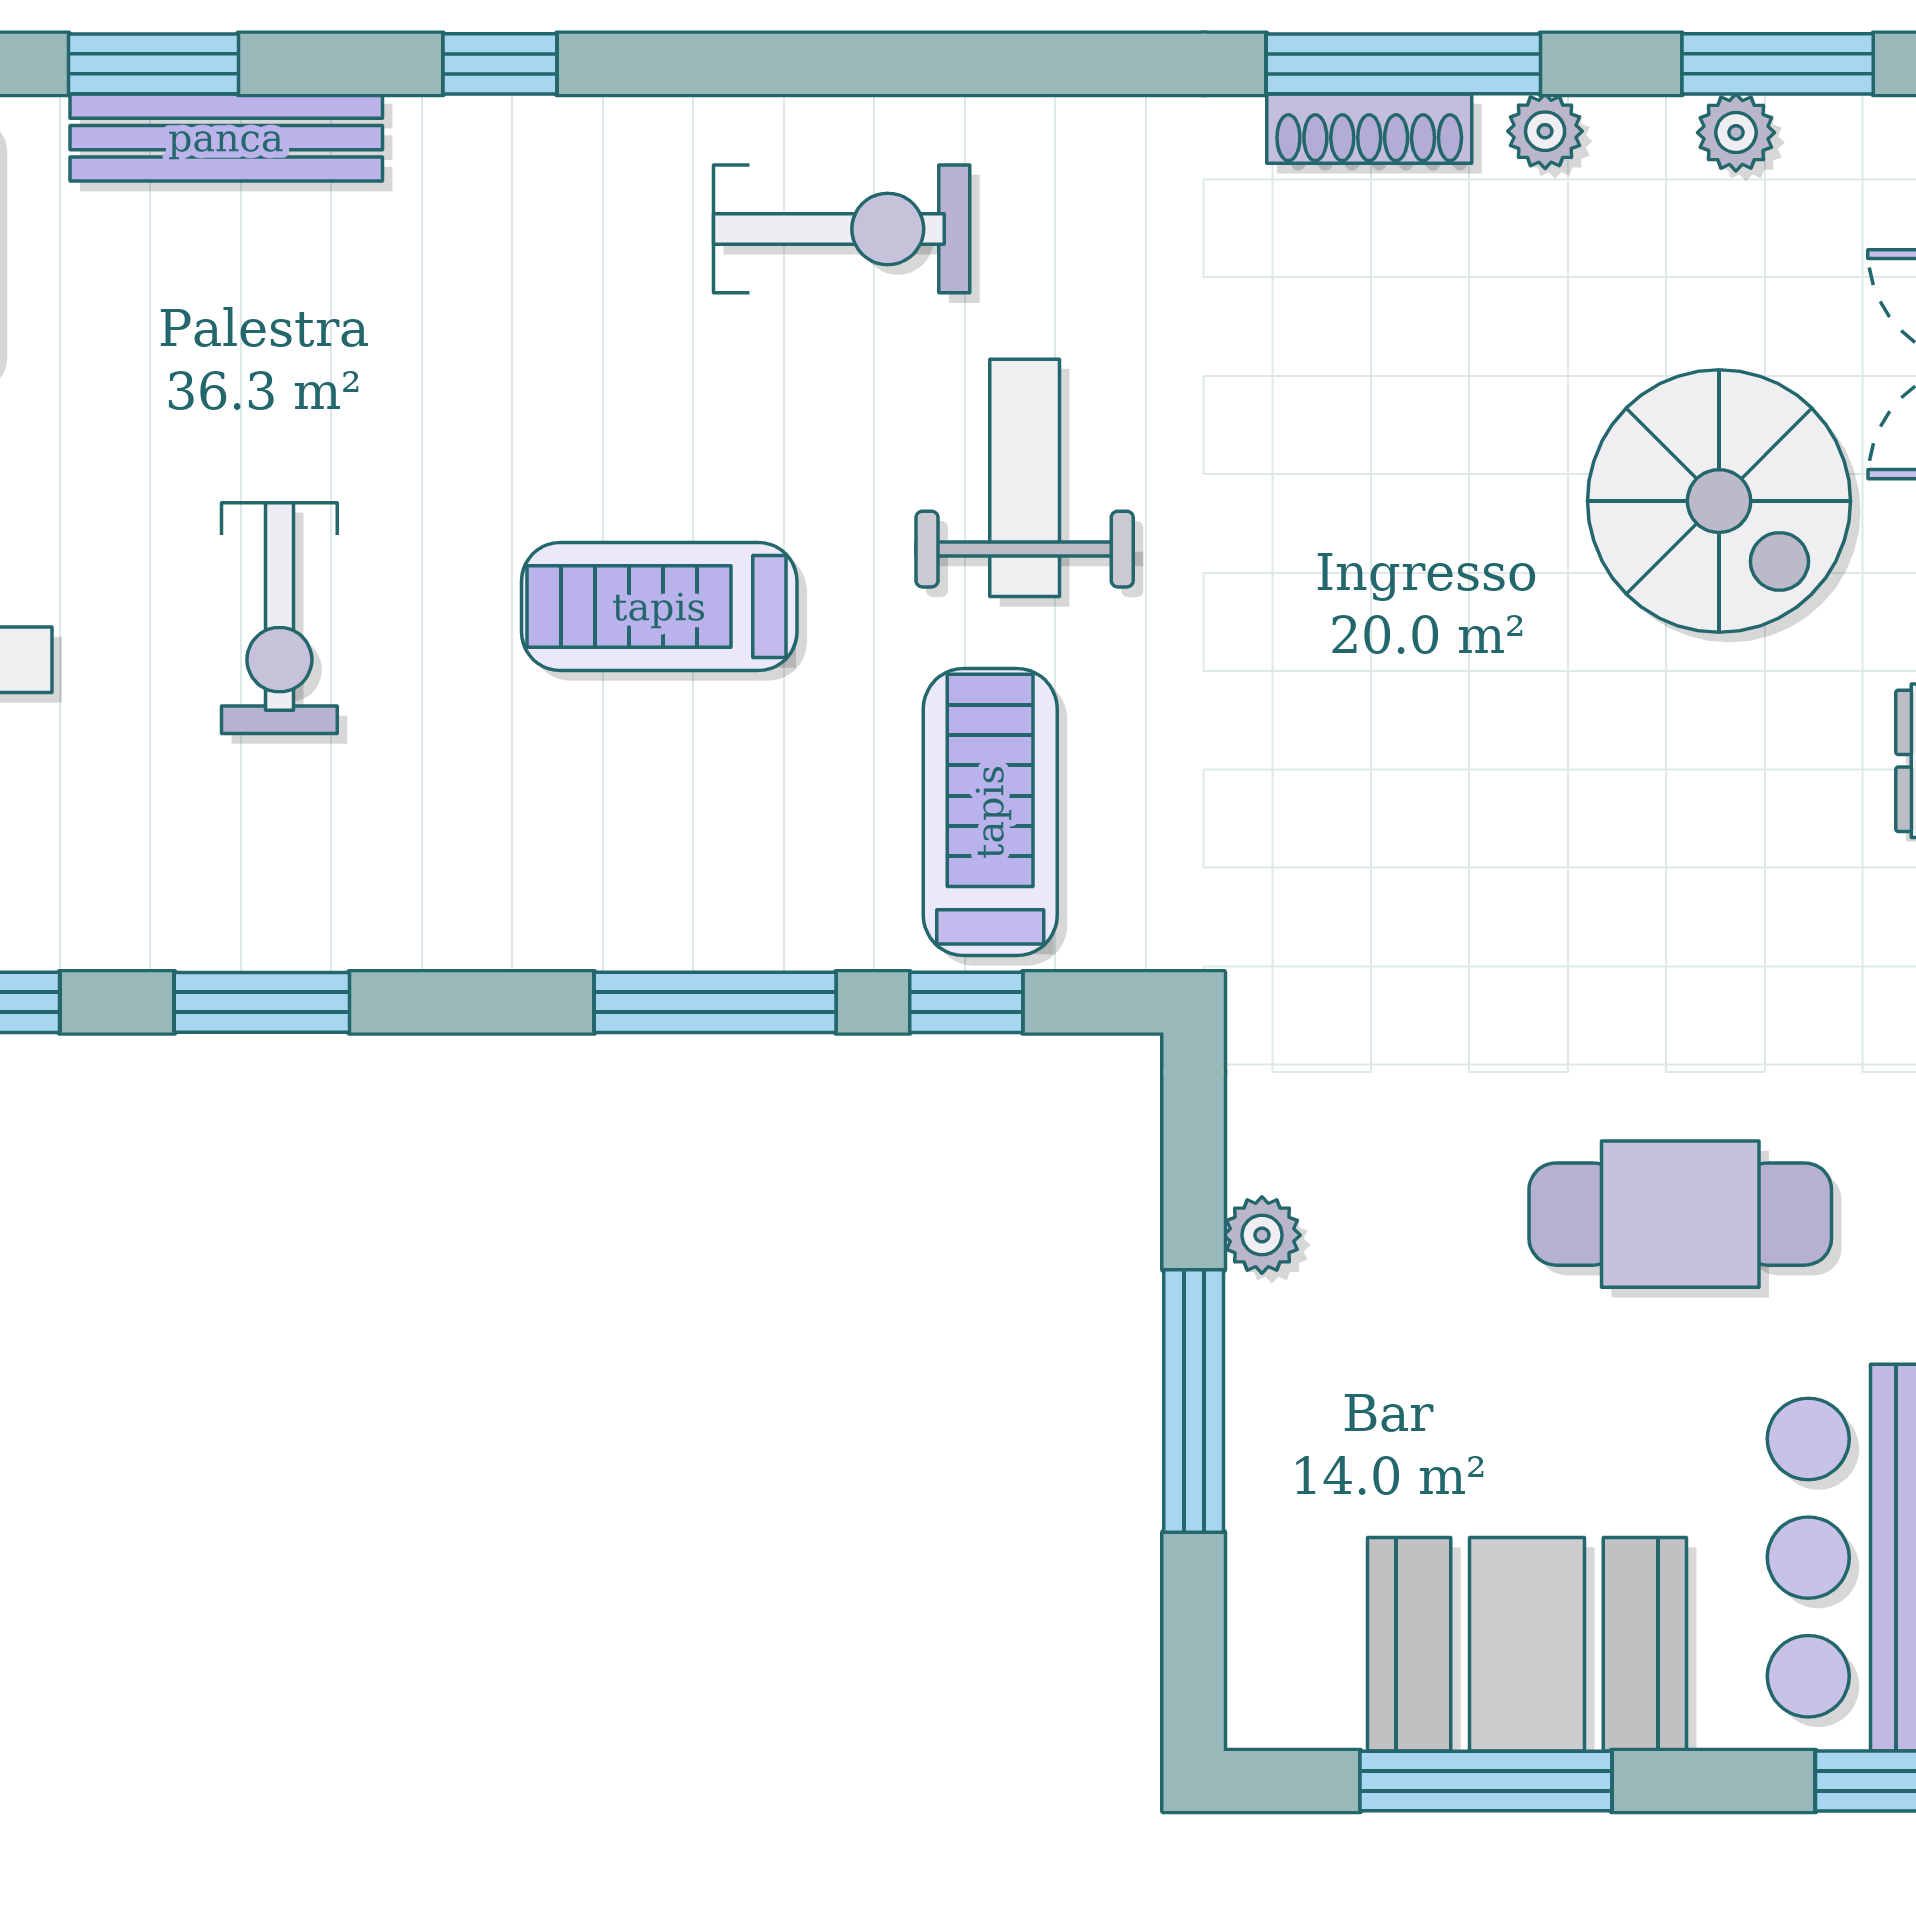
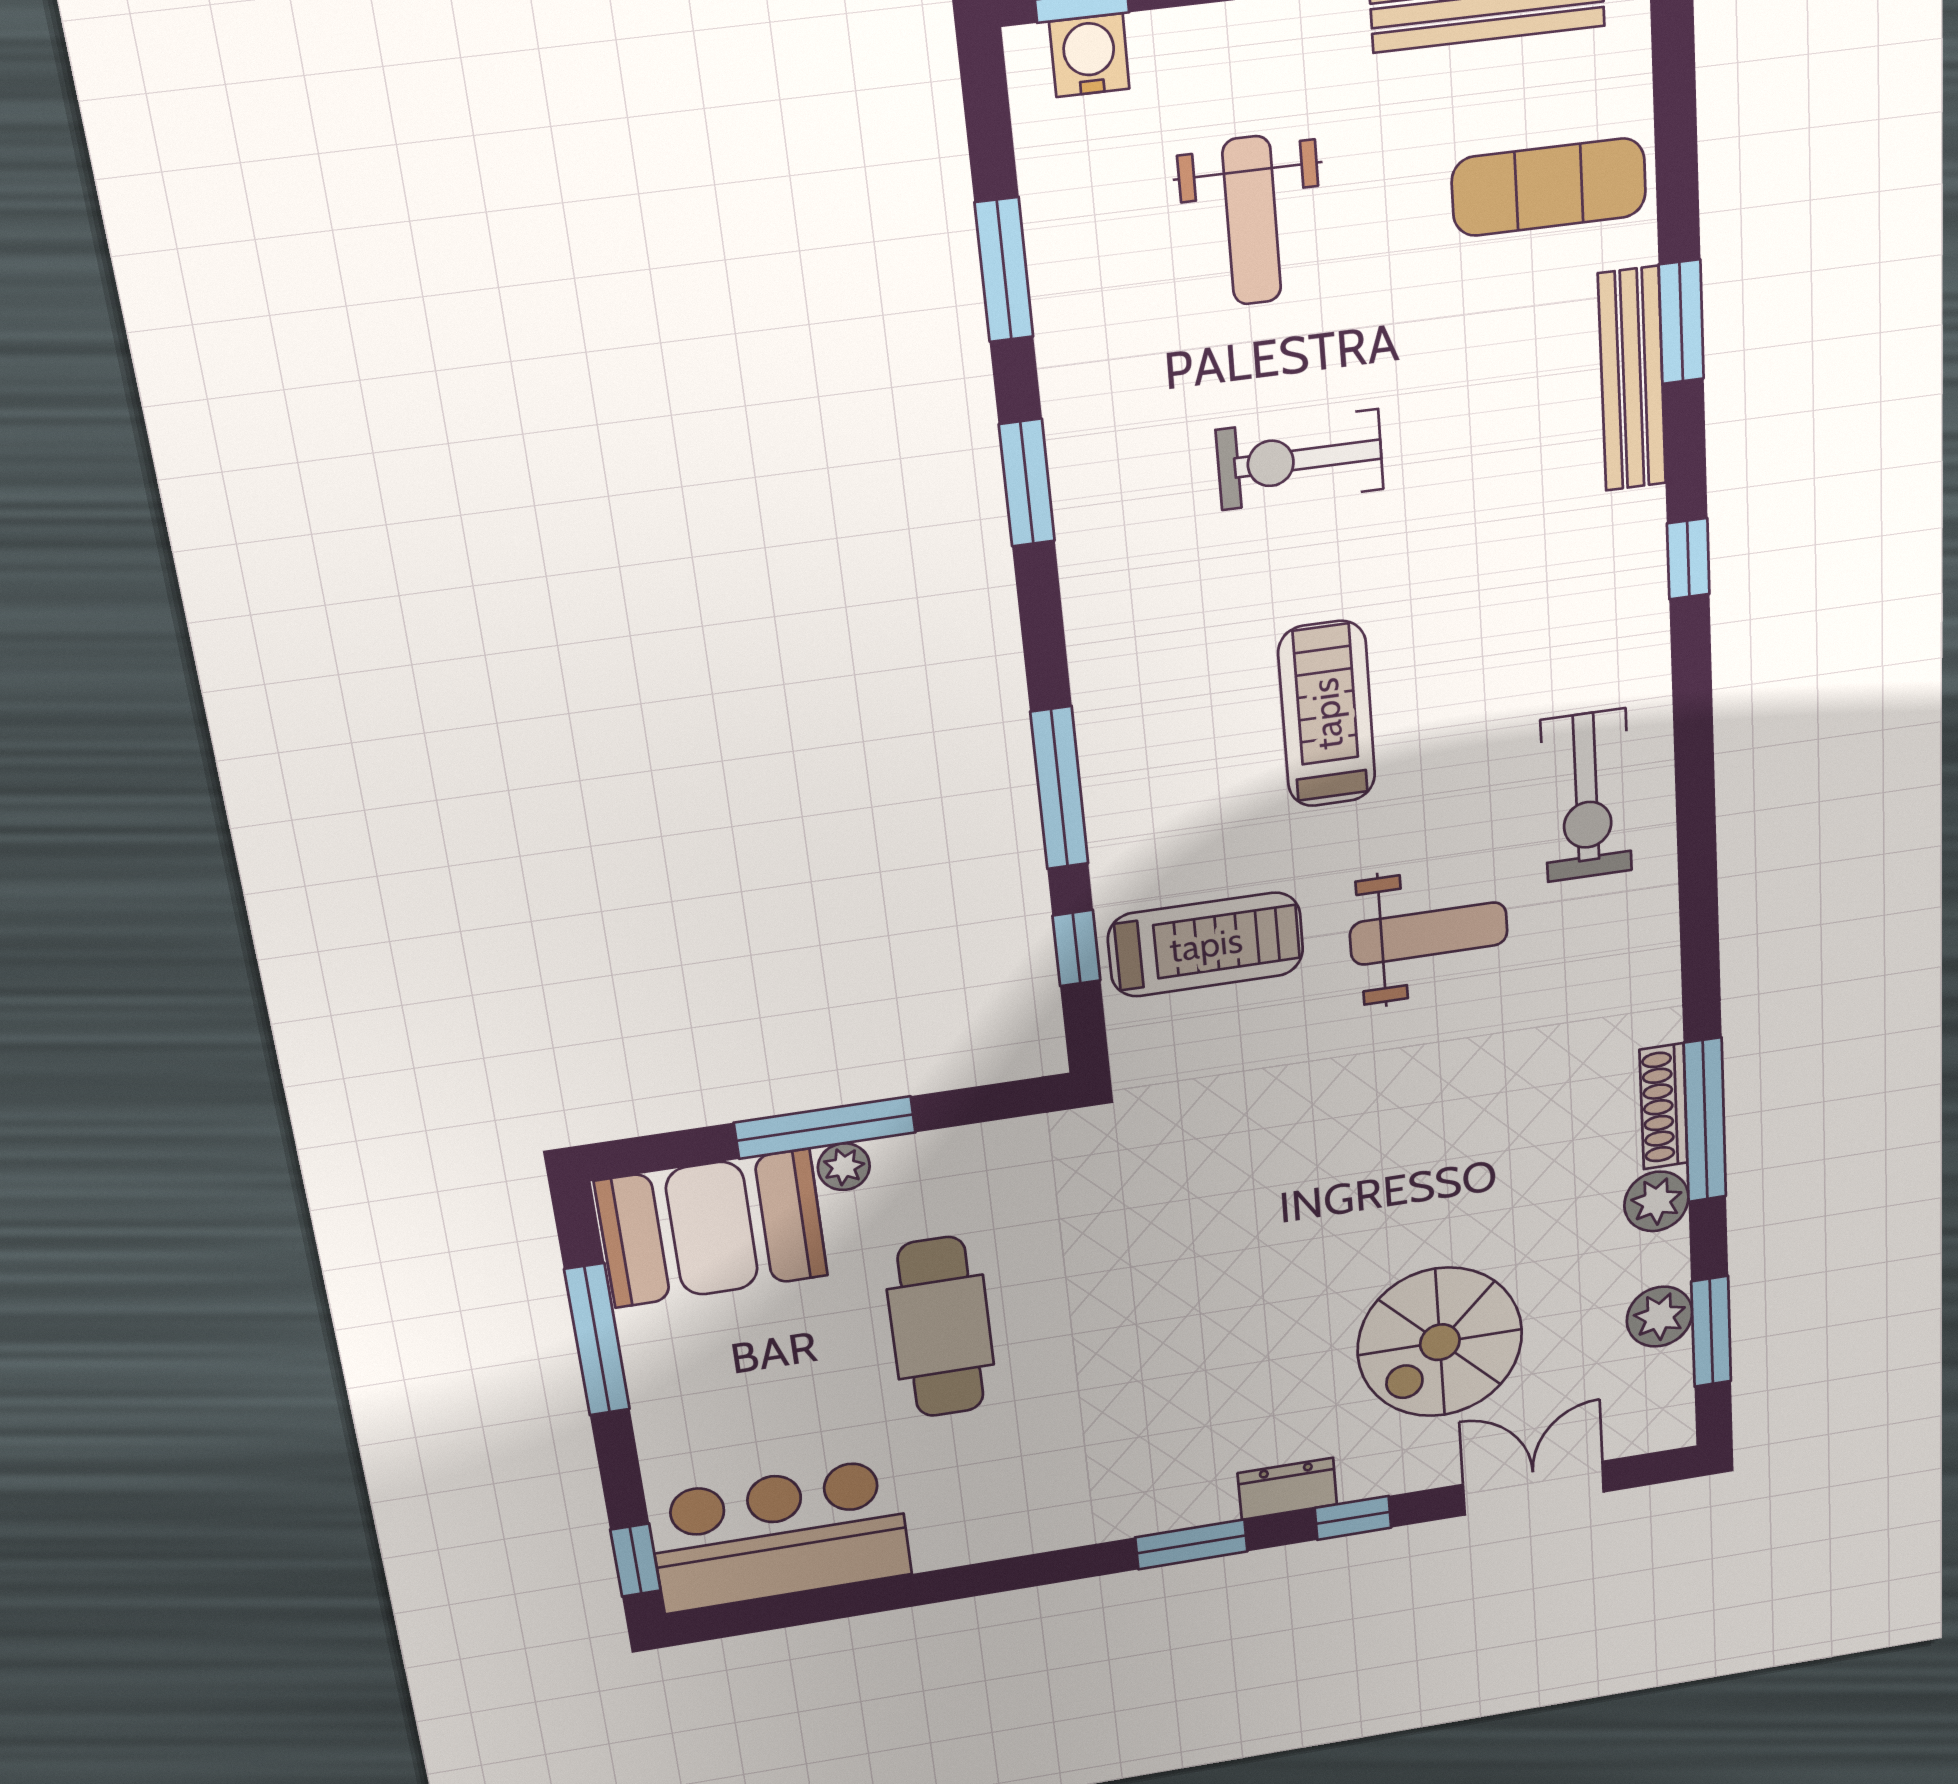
plant: (1545, 131) -> (1656, 1201), width x1.38, depth x1.38
plant: (1736, 133) -> (1660, 1317), width x1.38, depth x1.38
cafe table: (1680, 1214) -> (941, 1327), moved
plant: (1262, 1235) -> (844, 1167), moved
booth: (1527, 1644) -> (712, 1228), moved, turned 90

